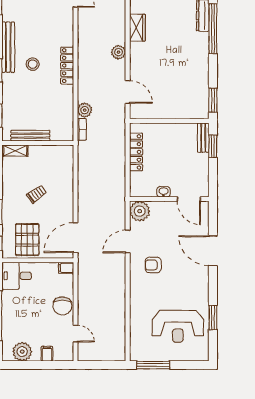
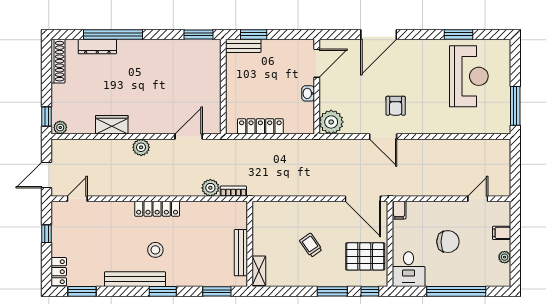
door: (128, 242) -> (383, 136), moved
chair: (62, 306) -> (448, 242), moved
plant: (22, 352) -> (505, 257), width x0.53, depth x0.53

